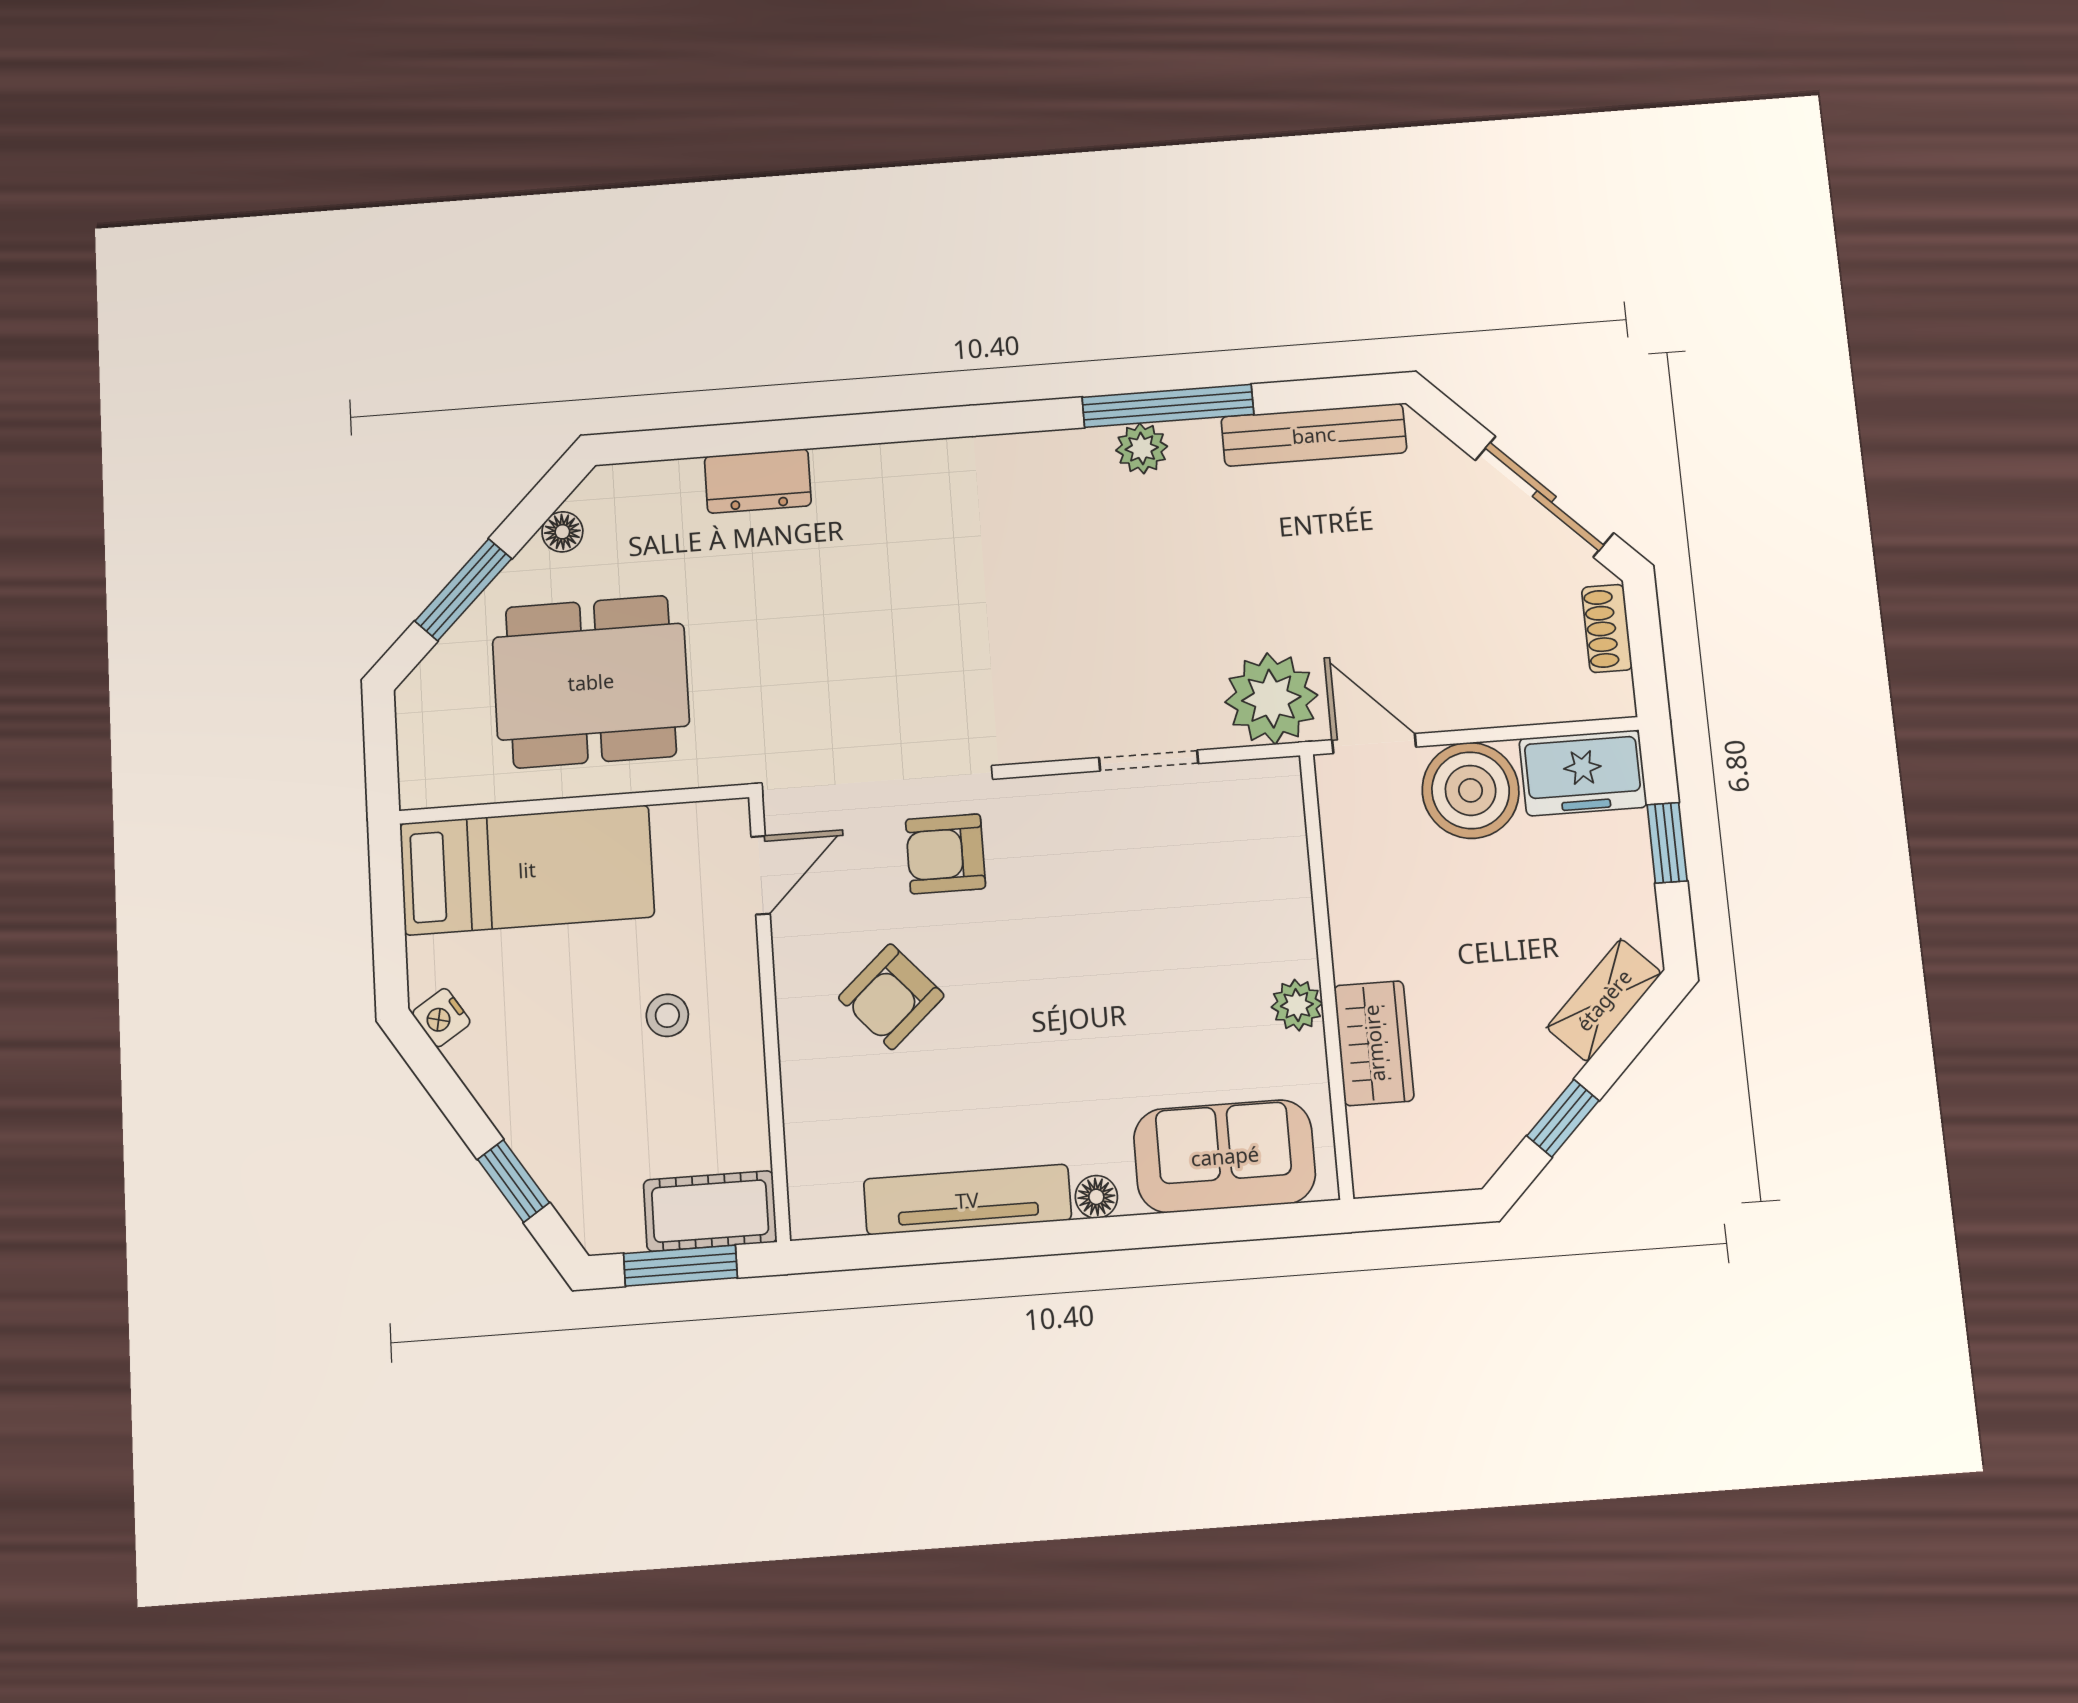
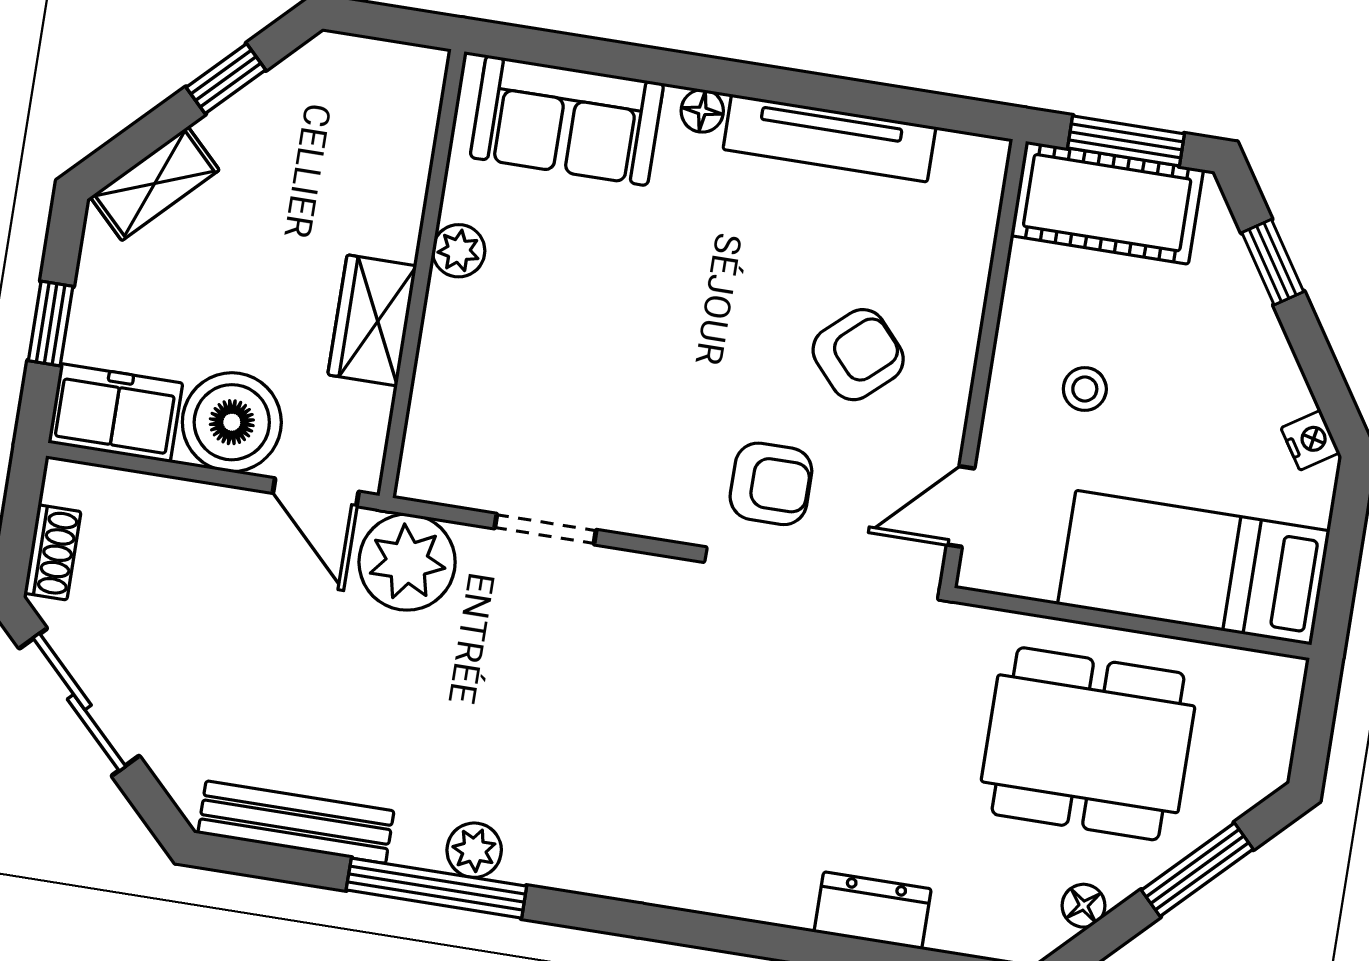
wardrobe: (1374, 1043) -> (372, 320), moved
cot: (710, 1211) -> (1107, 203), width x1.37, depth x1.34

